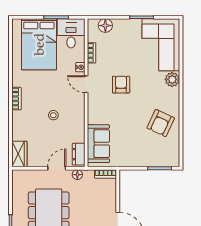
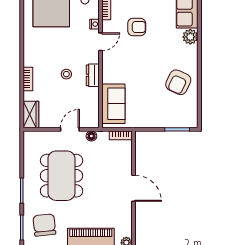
door: (86, 84) -> (101, 42), swing flipped
armchair: (121, 85) -> (137, 27), moved, turned 90
bookcase: (16, 99) -> (28, 79), moved
dresser: (79, 154) -> (93, 75), moved

